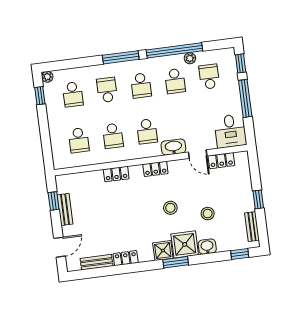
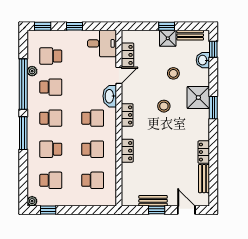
window: (245, 98) -> (75, 26), width x0.46
window: (54, 201) -> (157, 210), moved
washbasin: (207, 247) -> (203, 60), moved
shower: (163, 251) -> (168, 38), moved

